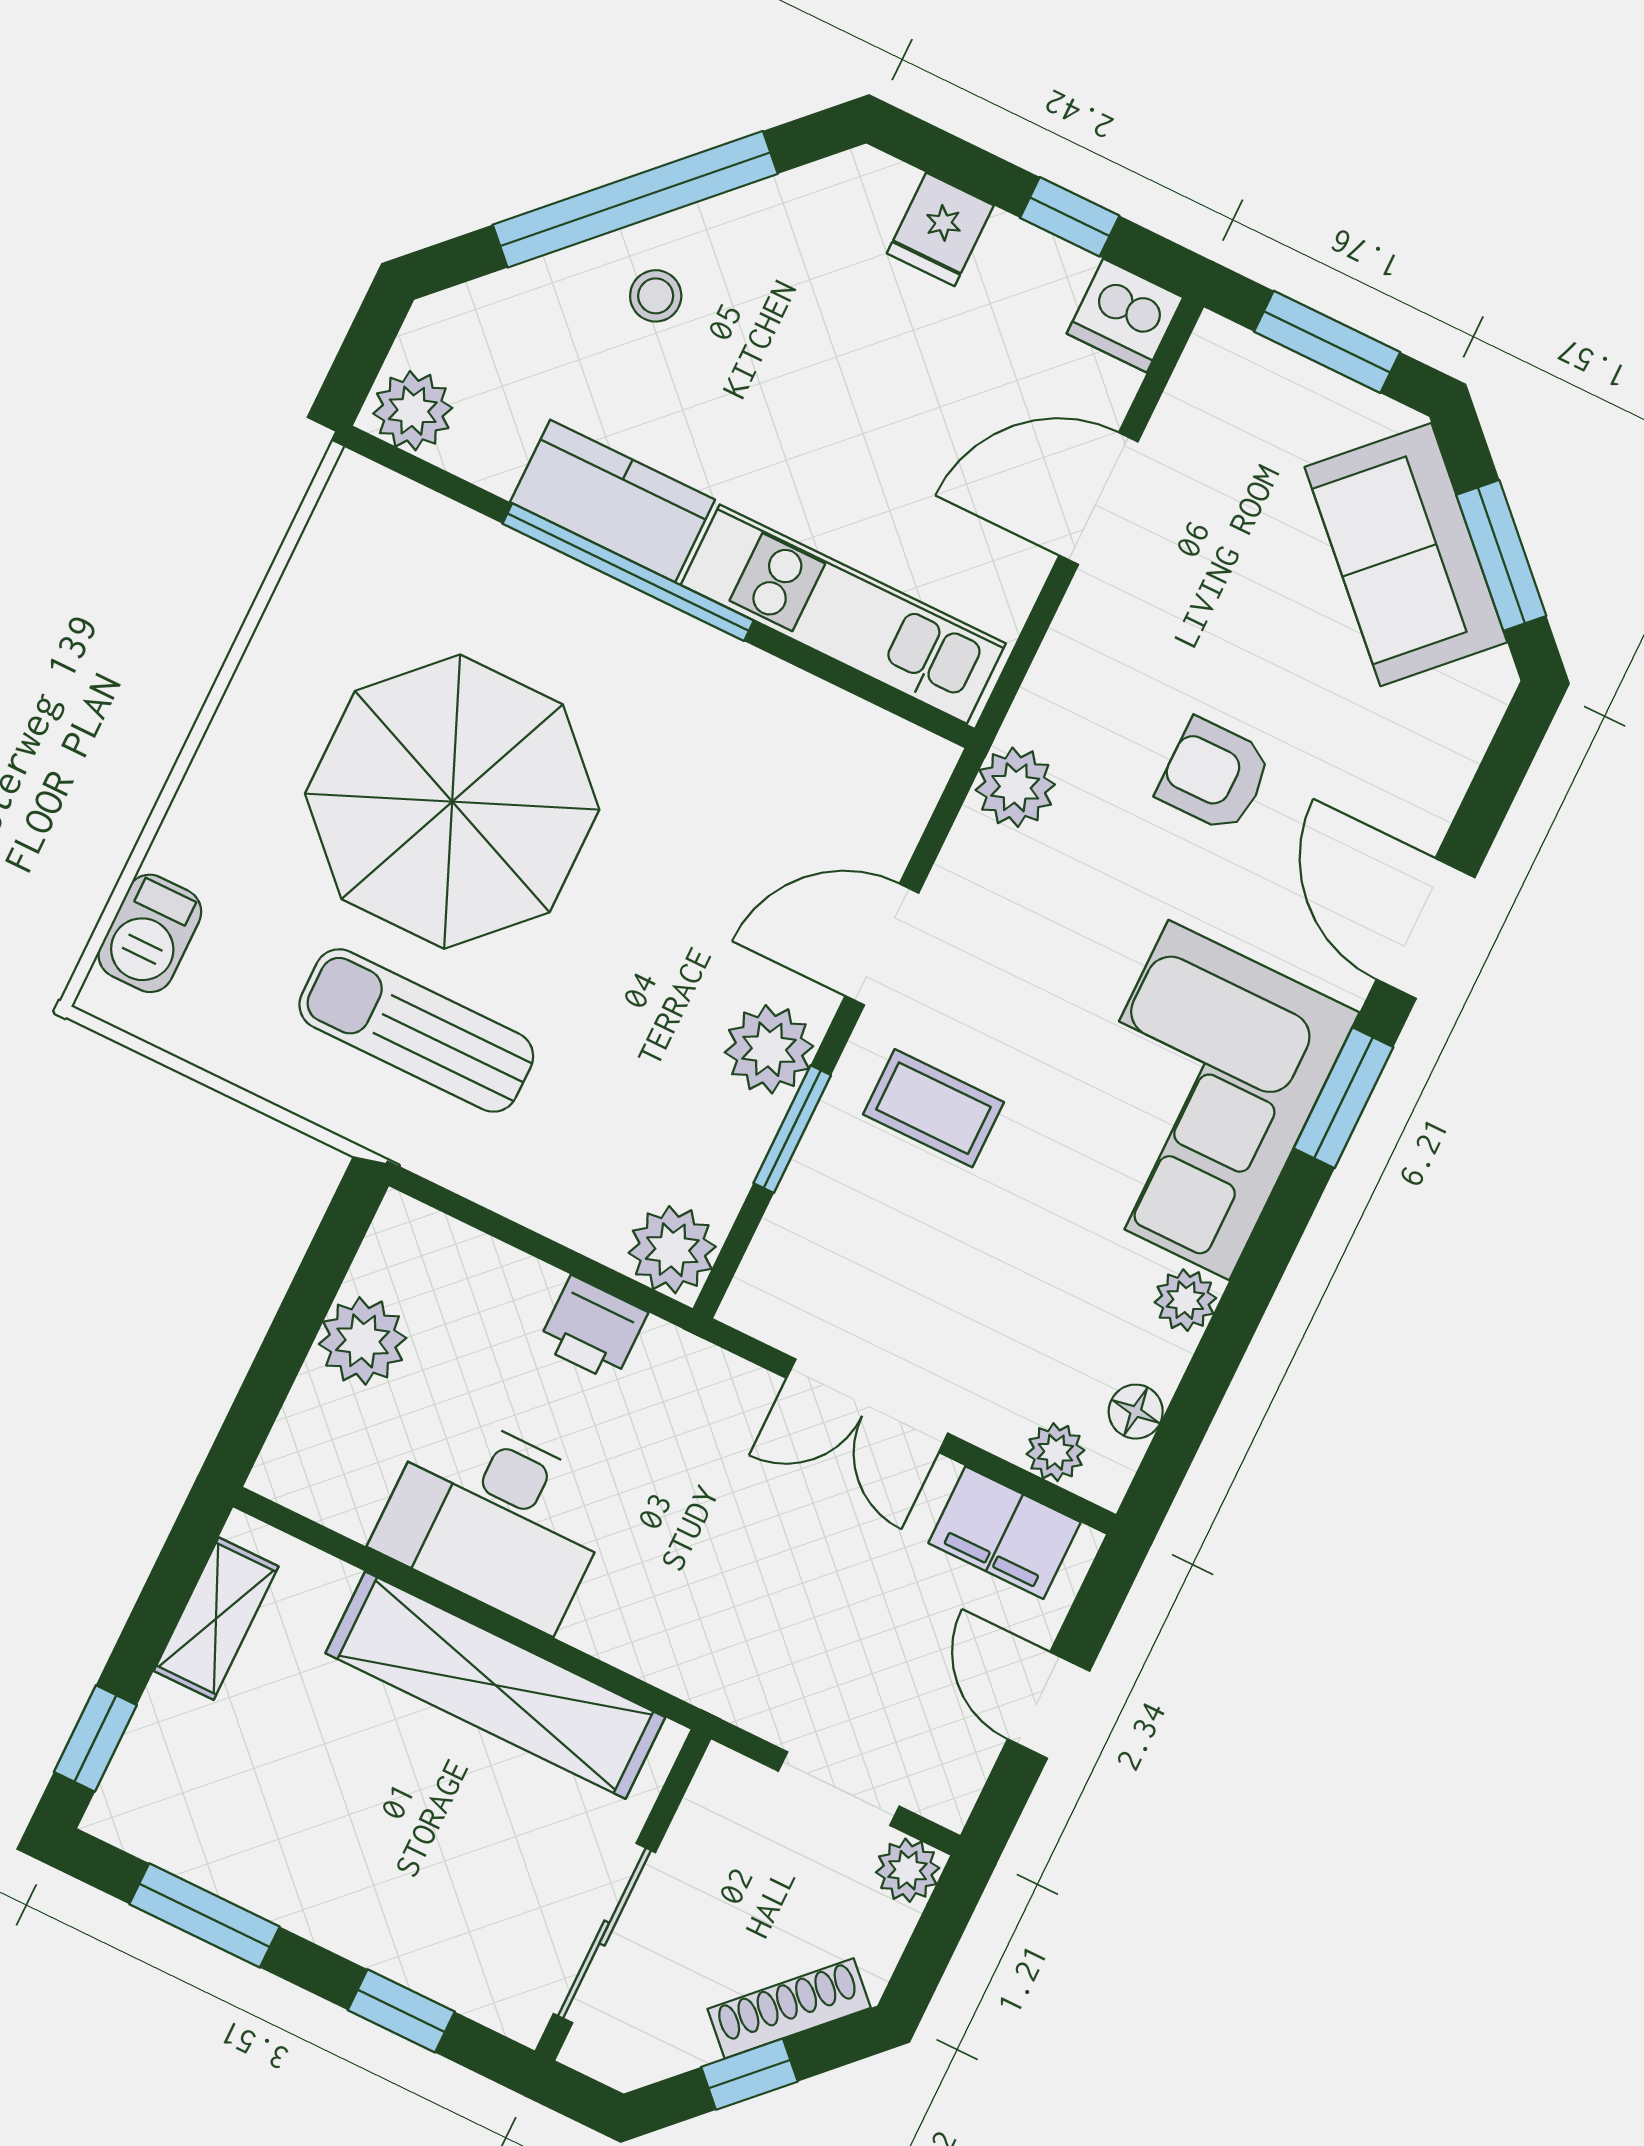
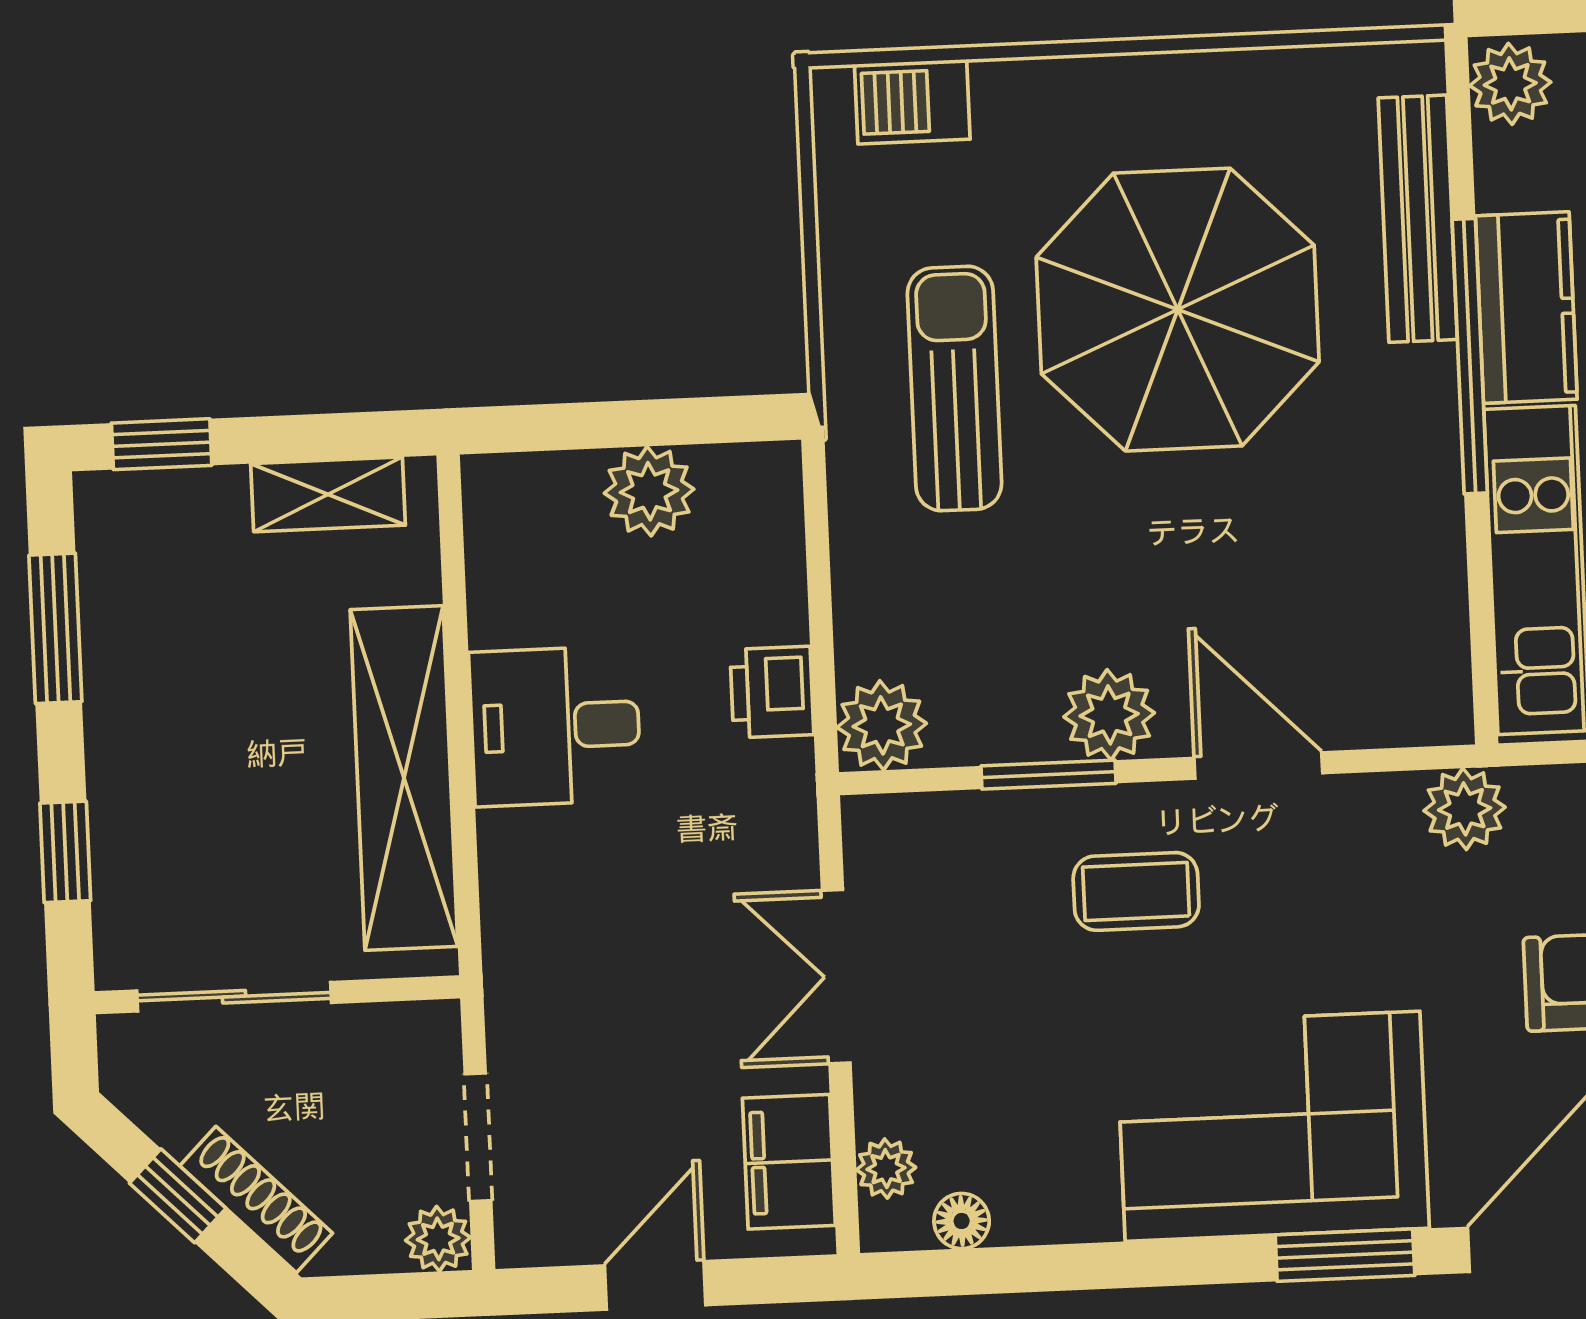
bench: (486, 553) -> (1418, 219), added
coffee table: (933, 1108) -> (1136, 891), turned 90
plant: (1185, 1300) -> (1086, 1211), removed
desk: (496, 1519) -> (555, 726), width x0.73

